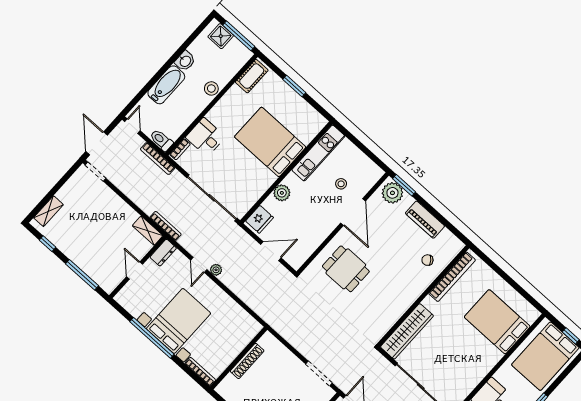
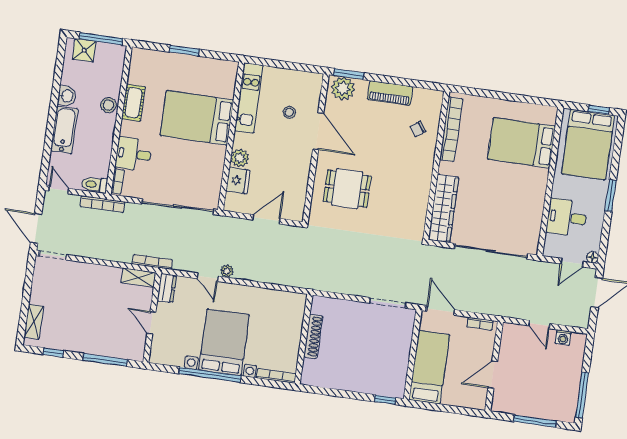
cot: (252, 76) -> (133, 103), moved
fridge: (259, 219) -> (238, 181), moved

